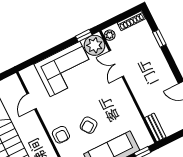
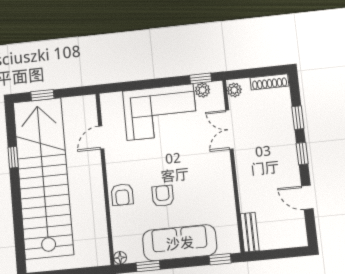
plant: (95, 45) -> (203, 90), width x0.53, depth x0.53
window: (171, 62) -> (302, 154), added
armchair: (89, 125) -> (163, 196), turned 125

